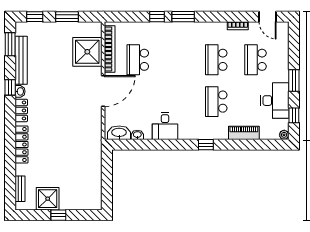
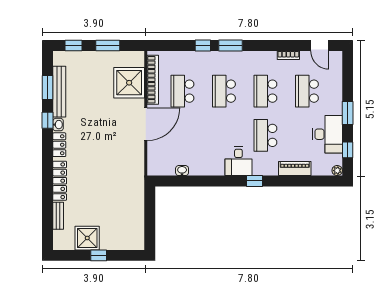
window: (10, 44) -> (48, 87), moved
school desk: (177, 60) -> (224, 91), added
desk: (165, 126) -> (238, 161), moved
washbasin: (119, 133) -> (163, 168), removed
bench: (20, 189) -> (58, 216), moved

